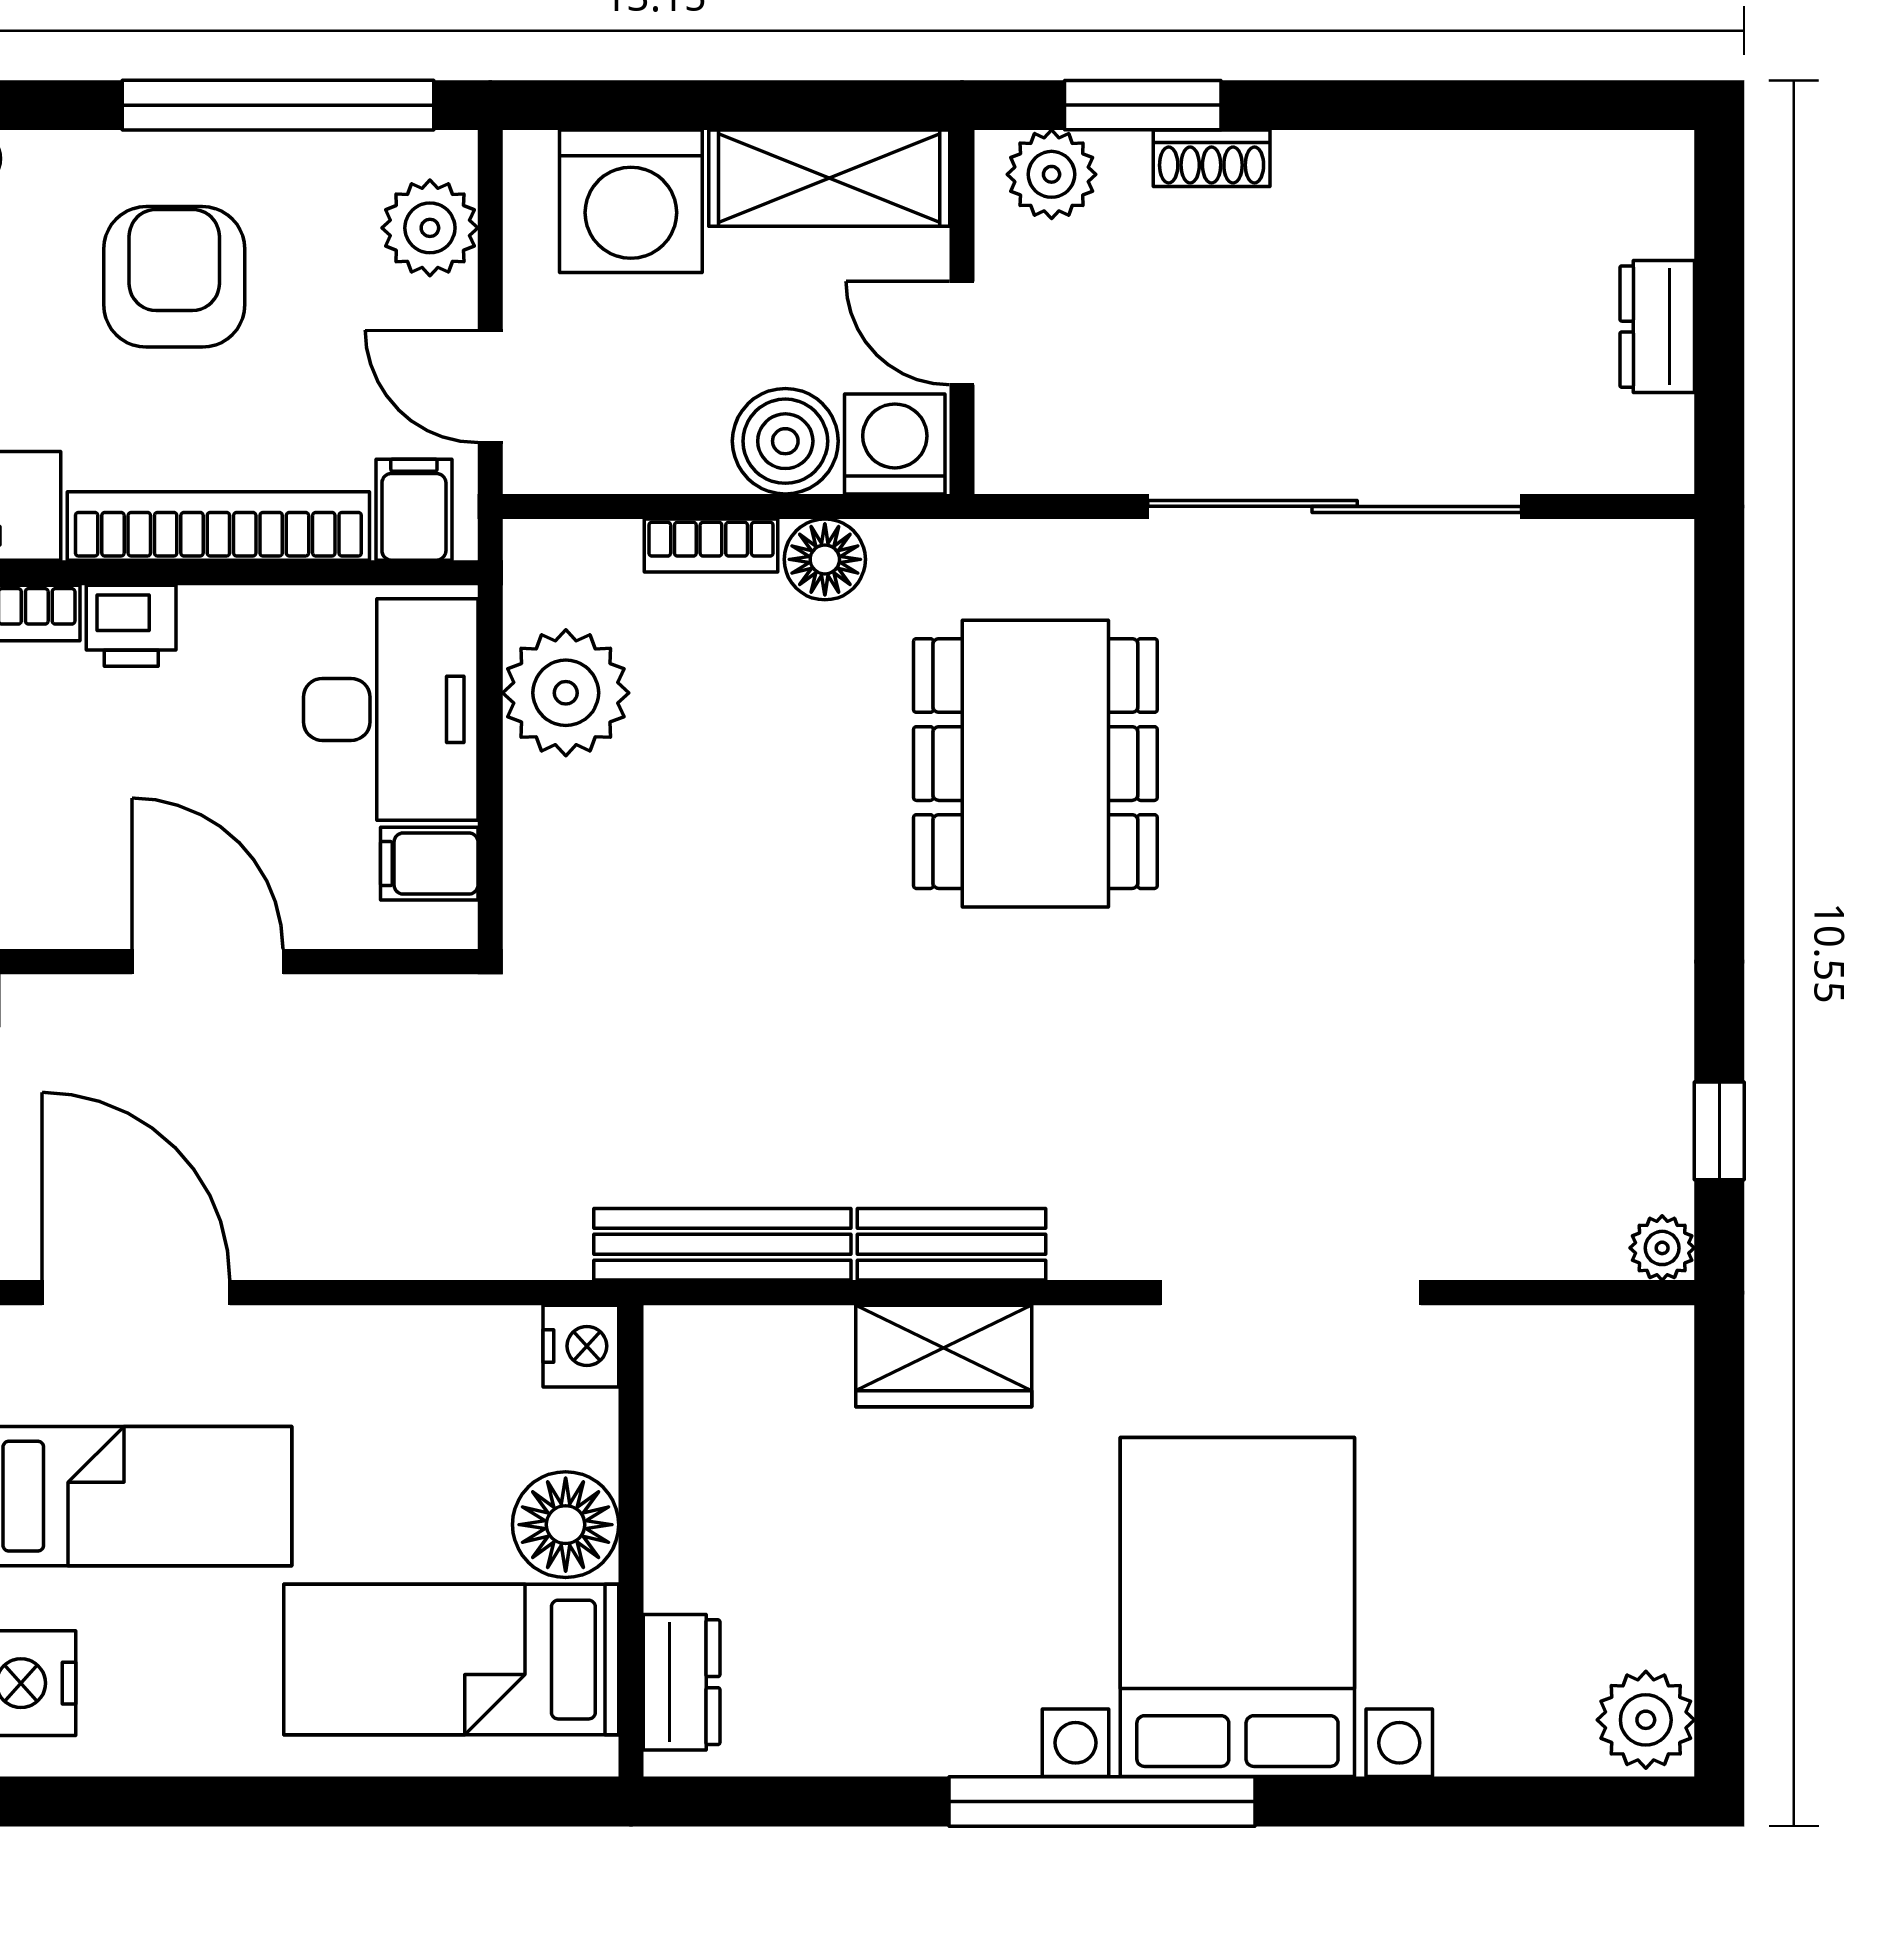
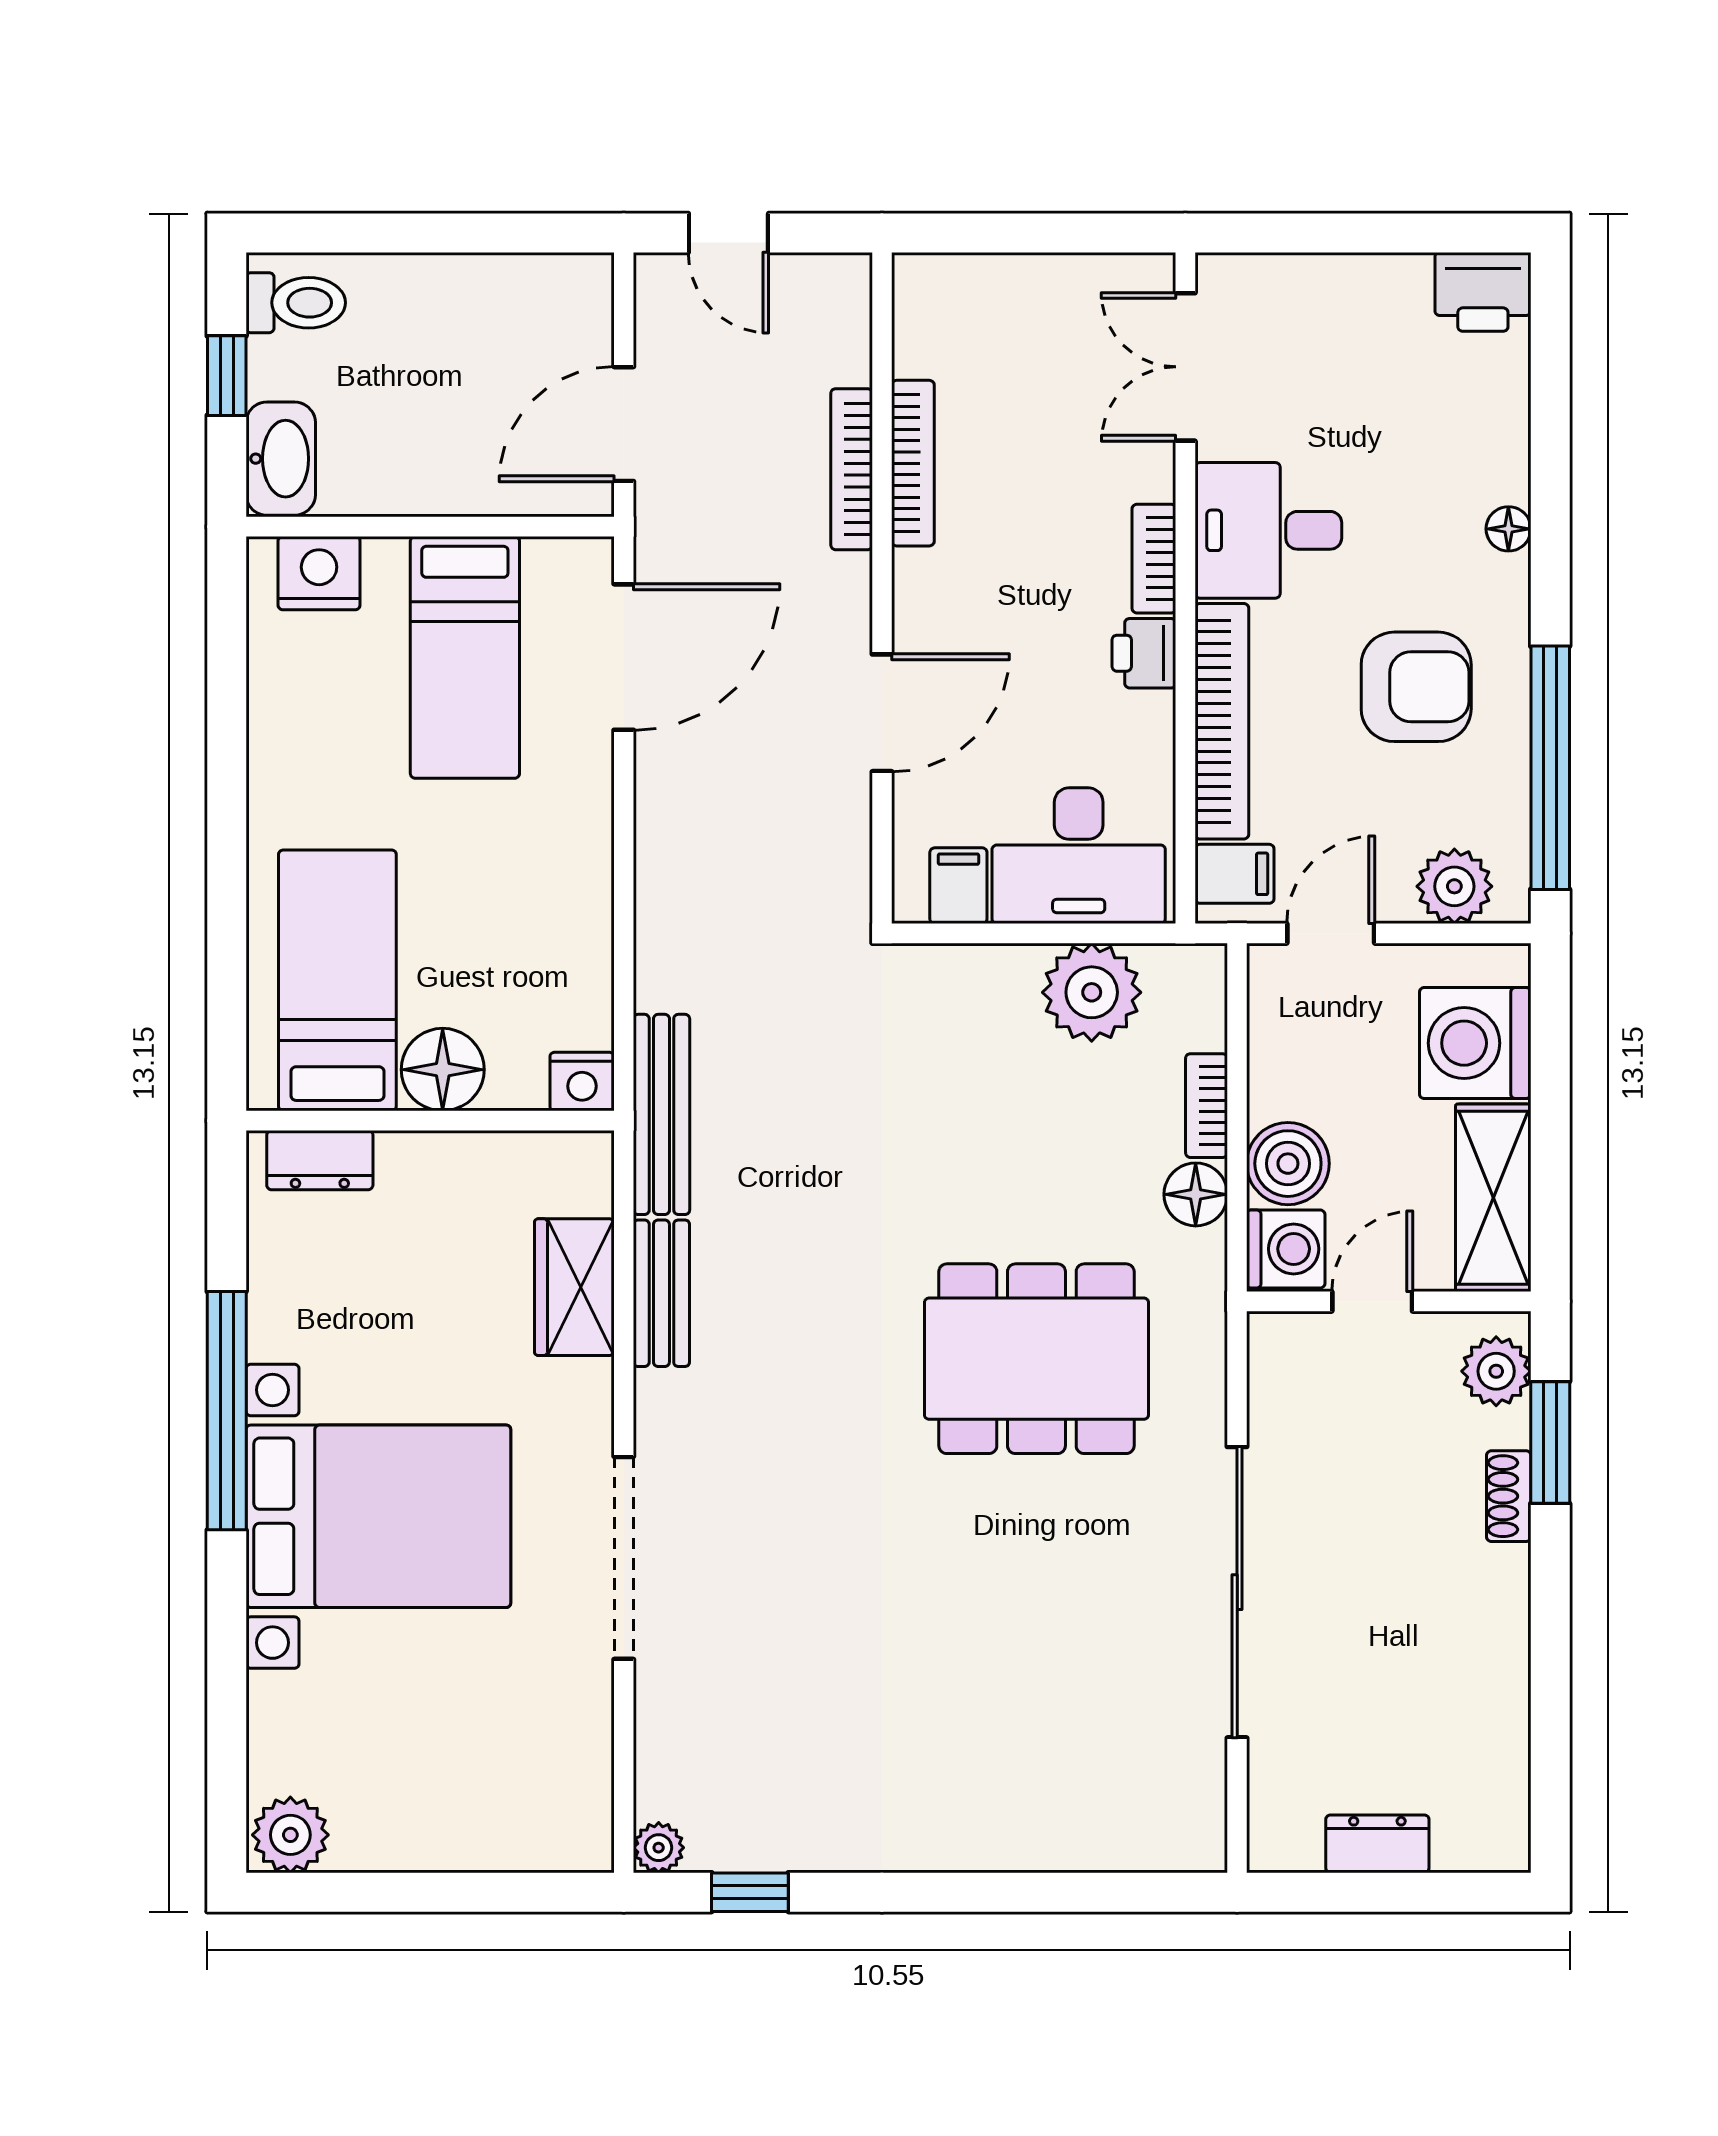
nightstand: (581, 1346) -> (582, 1082), moved
floor lamp: (566, 1525) -> (443, 1070), moved
wall: (631, 1541) -> (430, 1121), moved
bed: (451, 1660) -> (337, 980), moved
dresser: (682, 1682) -> (320, 1160), moved

